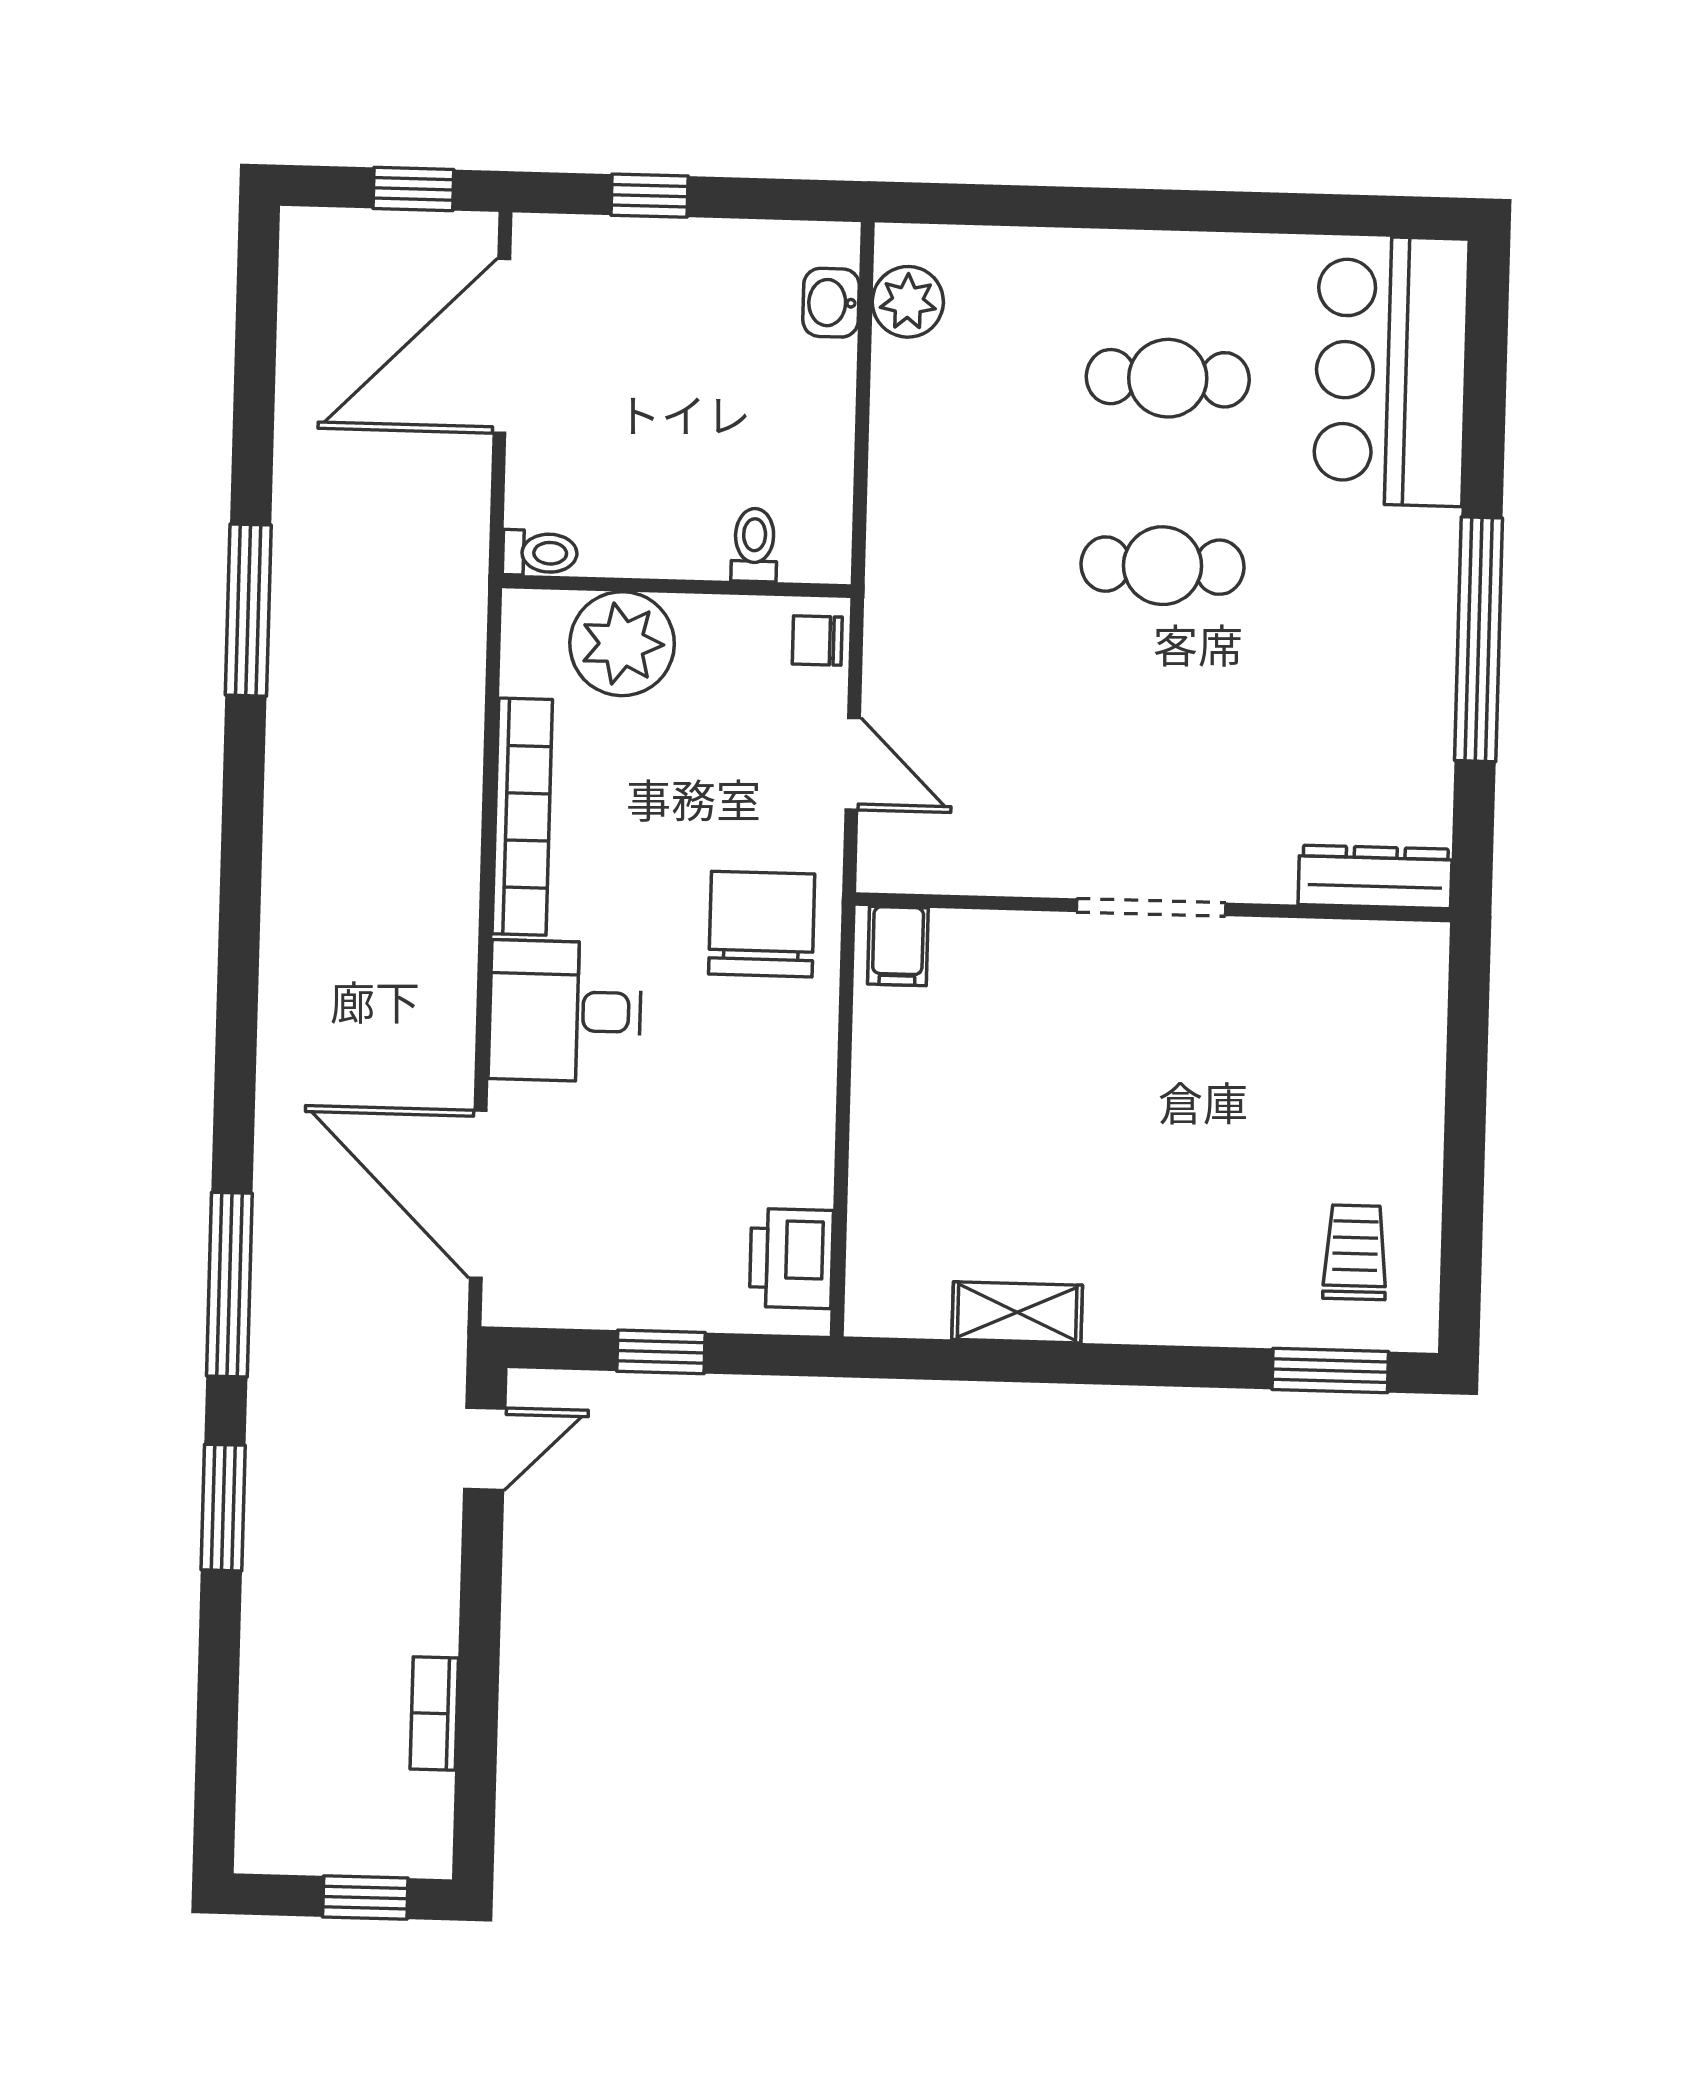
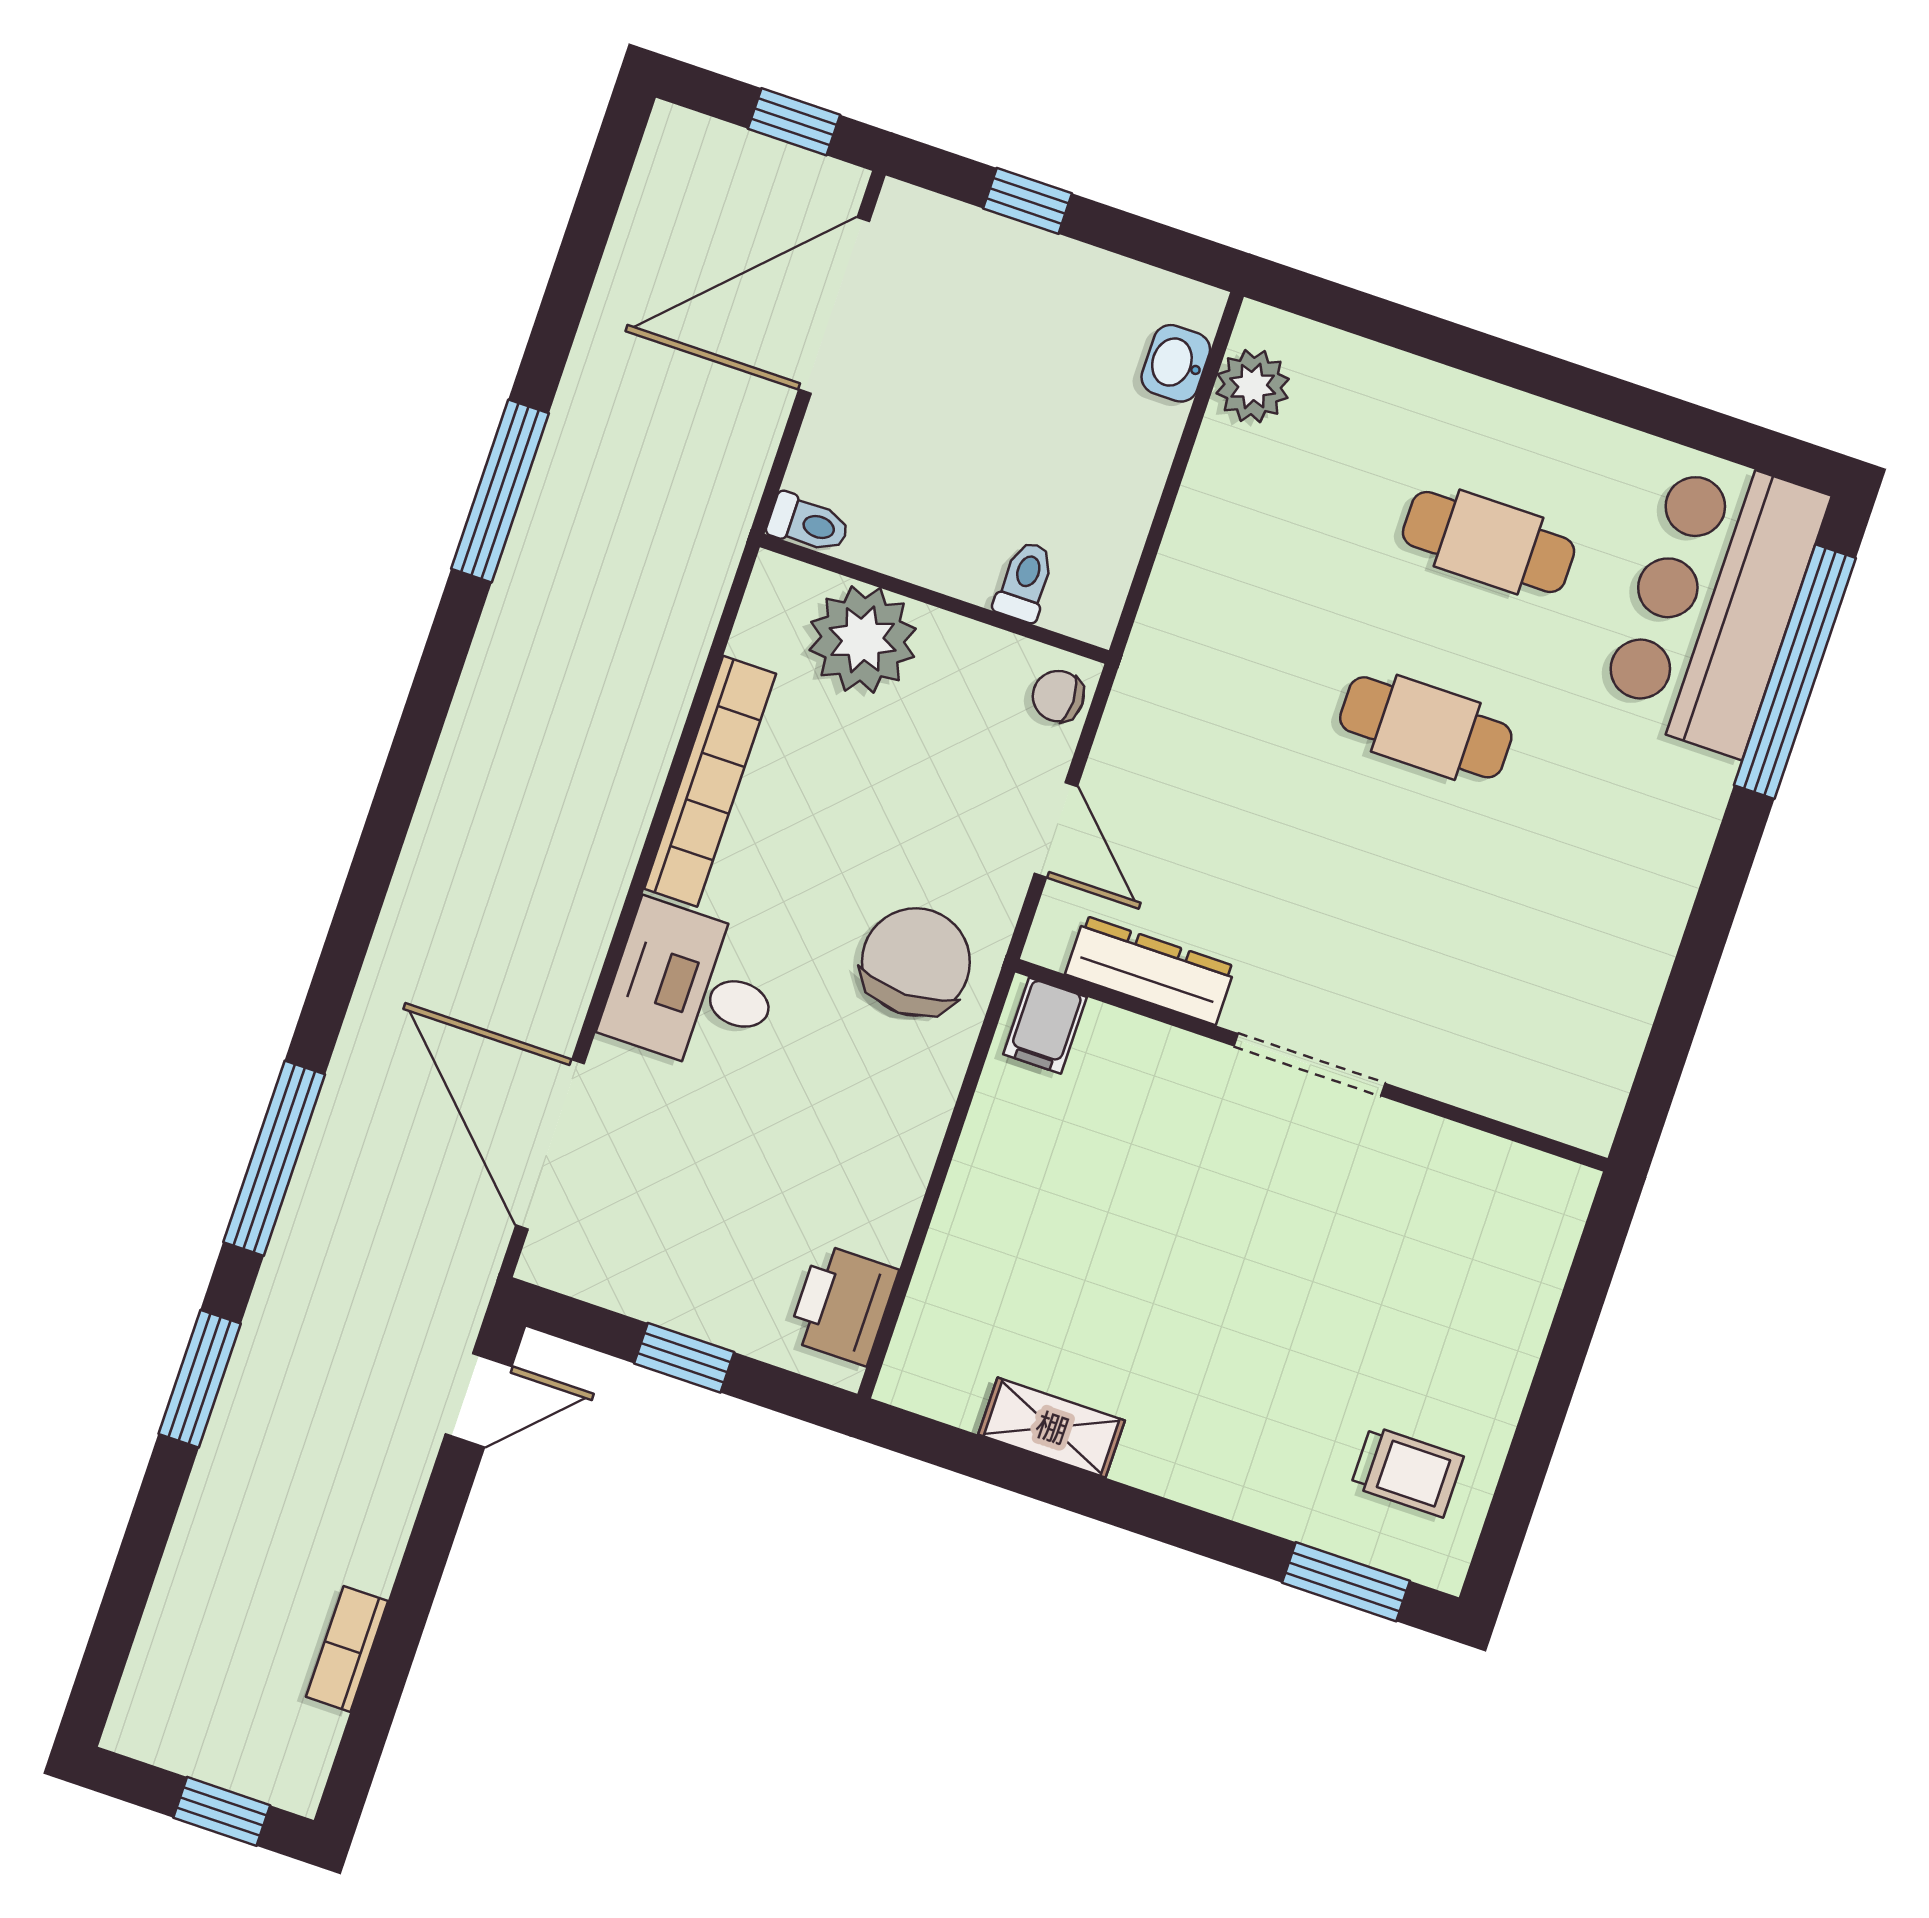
window: (1479, 639) -> (1795, 672), moved
dresser: (1375, 877) -> (1150, 970), moved
trolley: (1355, 1252) -> (1407, 1471), turned 90

